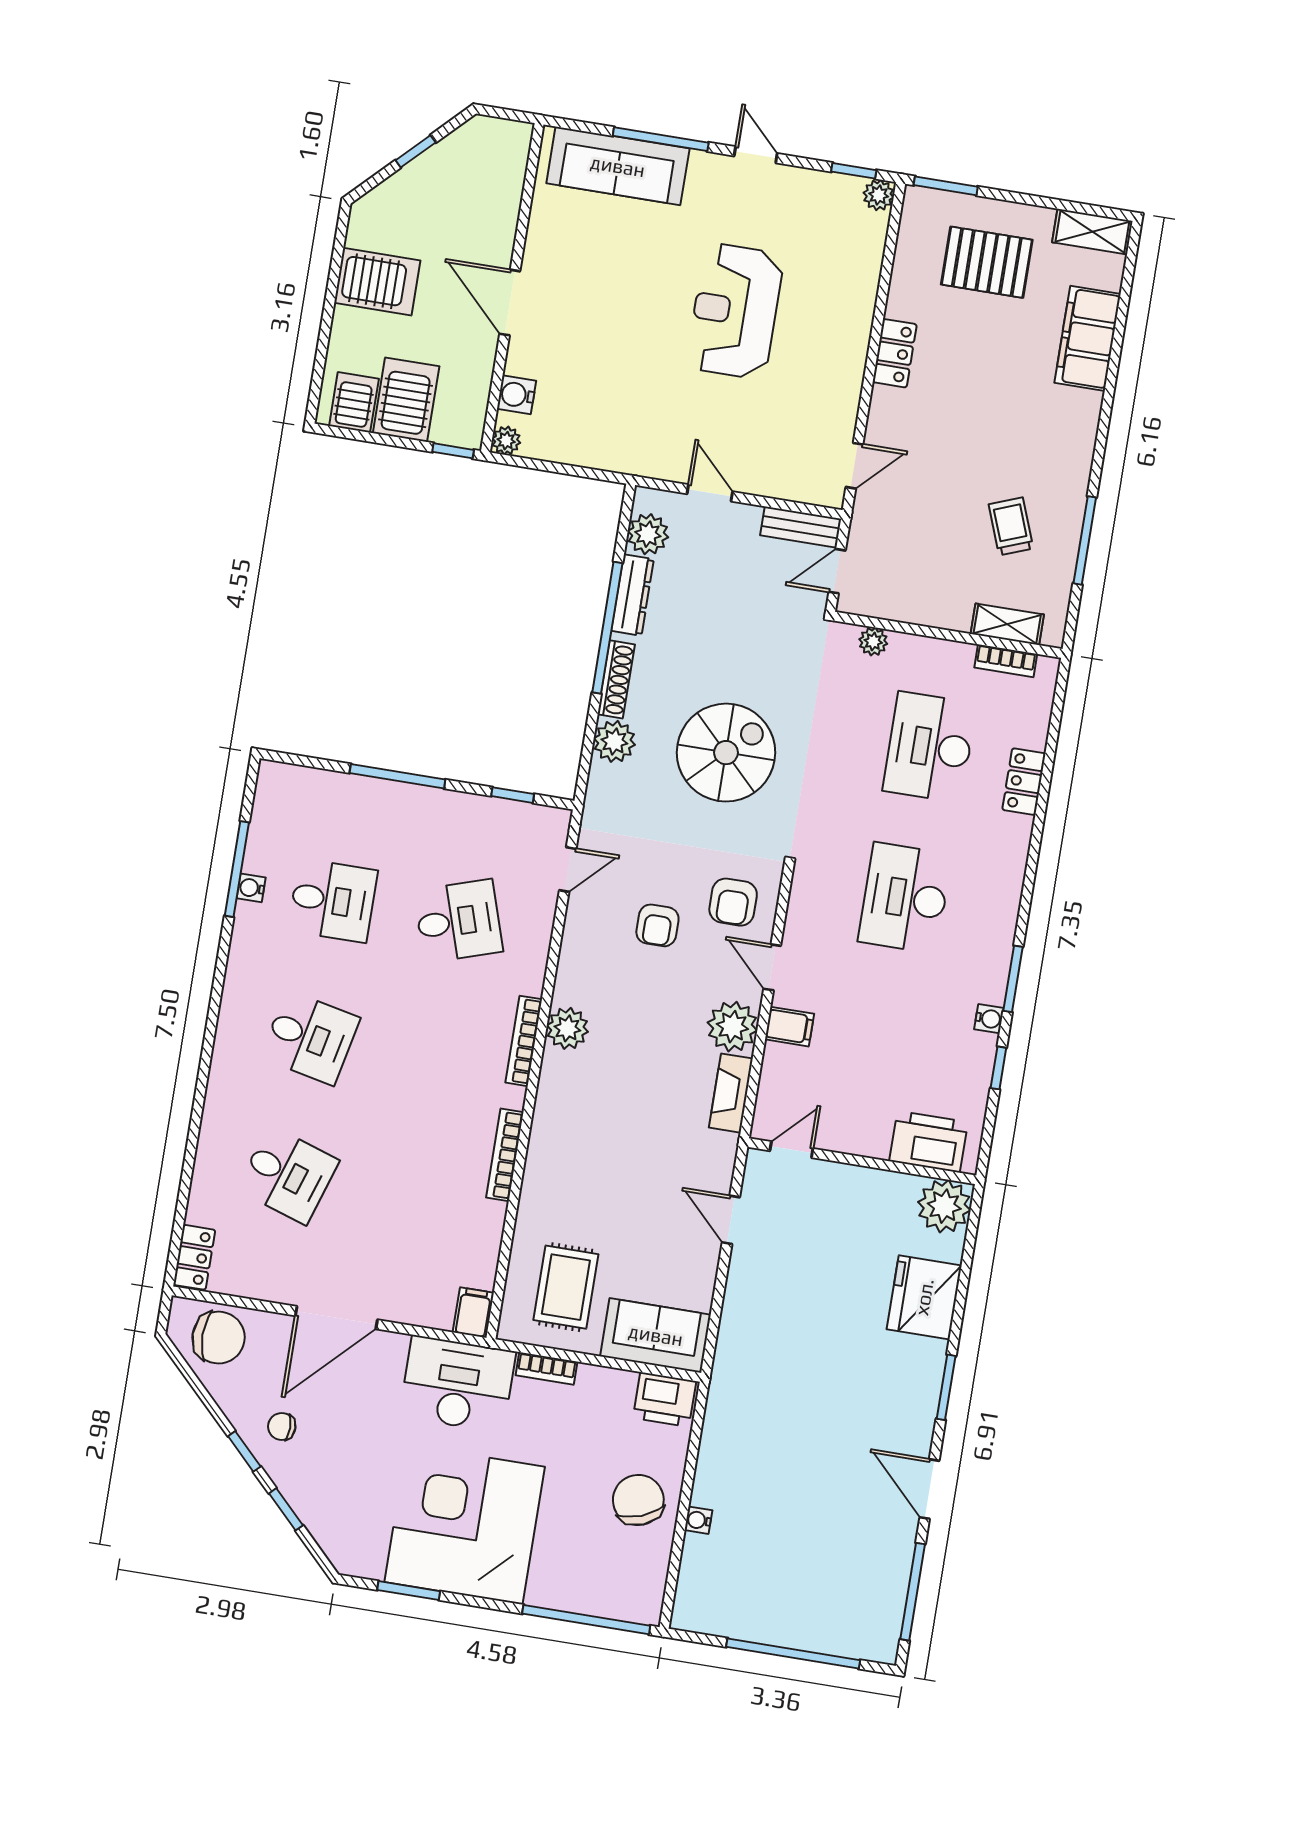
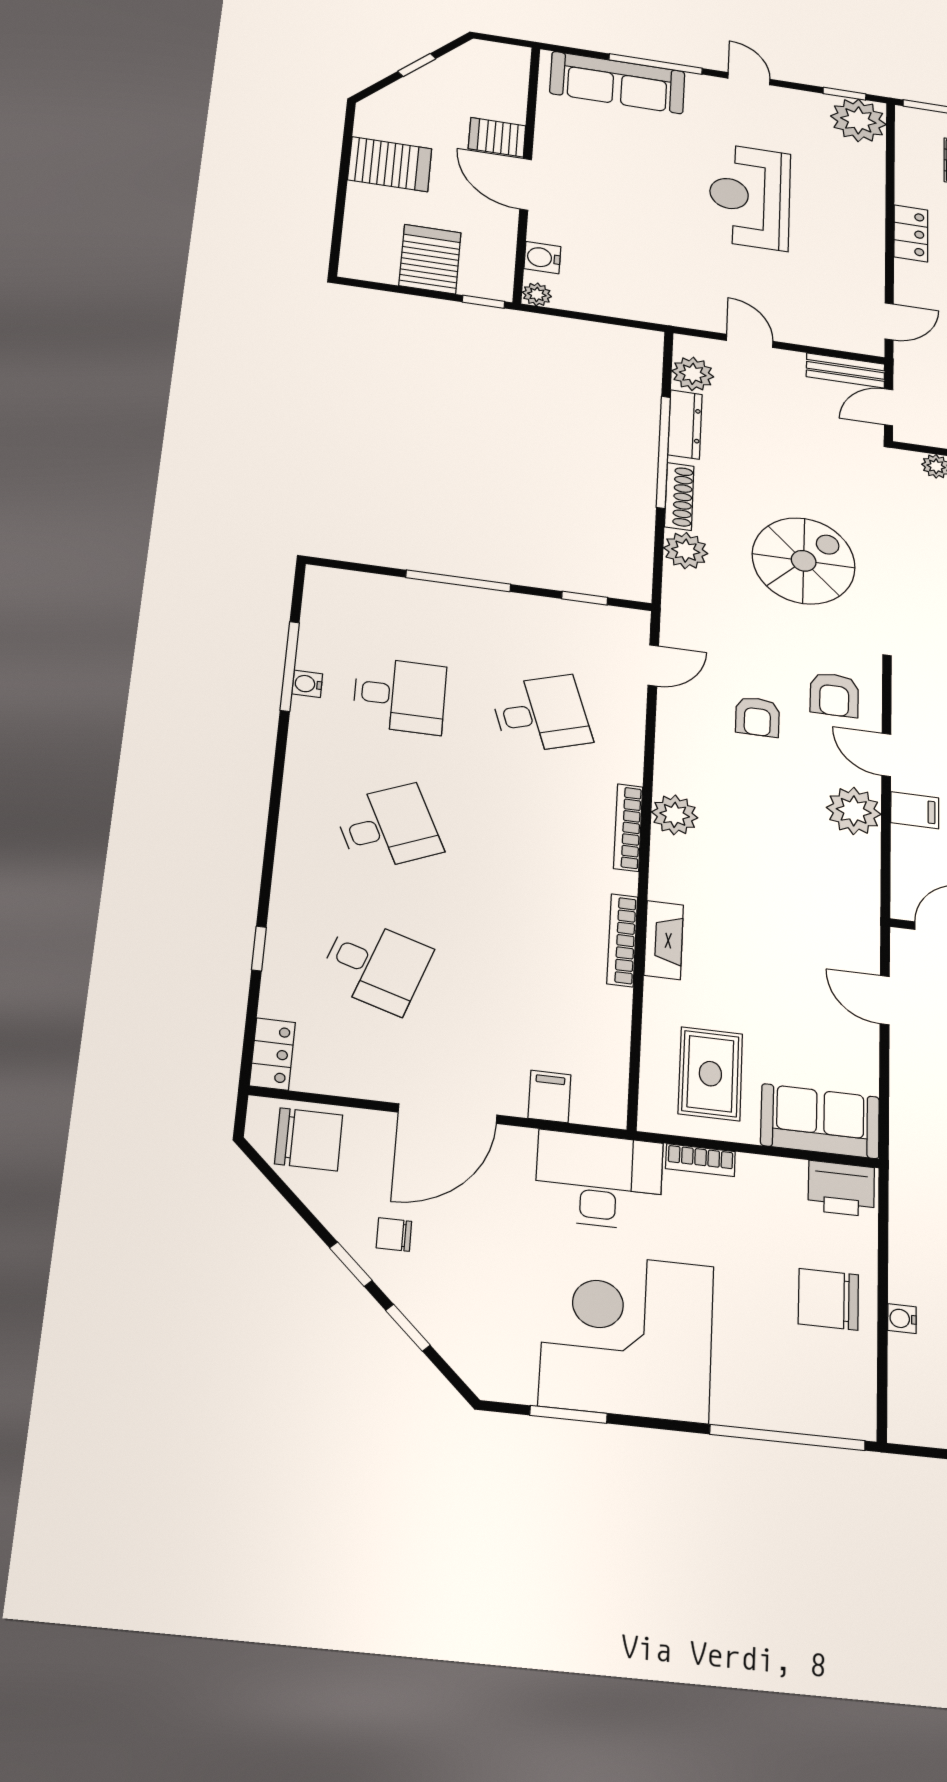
plant: (879, 195) -> (858, 120), width x1.88, depth x1.88
server rack: (354, 402) -> (497, 137), moved, turned -90
desk: (310, 1038) -> (388, 827), turned -36
fireplace: (731, 1093) -> (664, 940), moved, turned 180
window: (190, 1156) -> (259, 948), added
filing cabinet: (473, 1312) -> (549, 1097), moved
chair: (638, 1500) -> (828, 1299), turned -69

